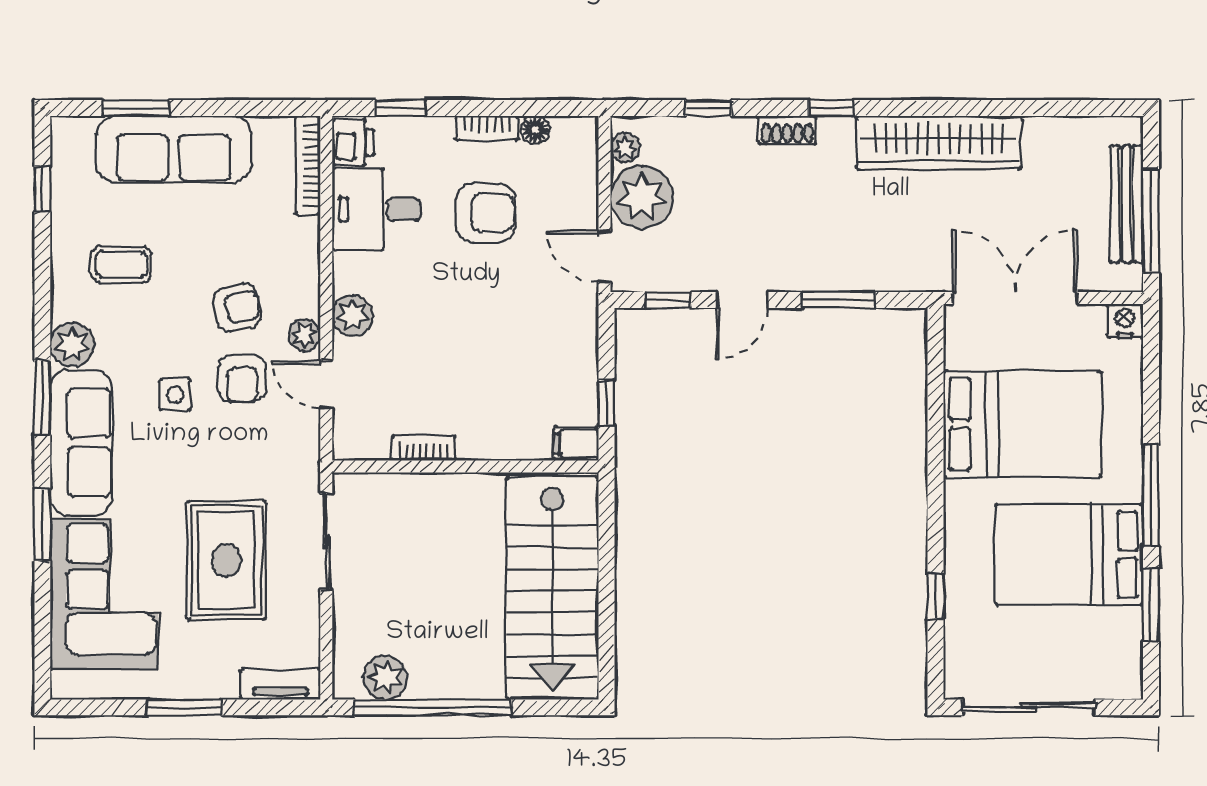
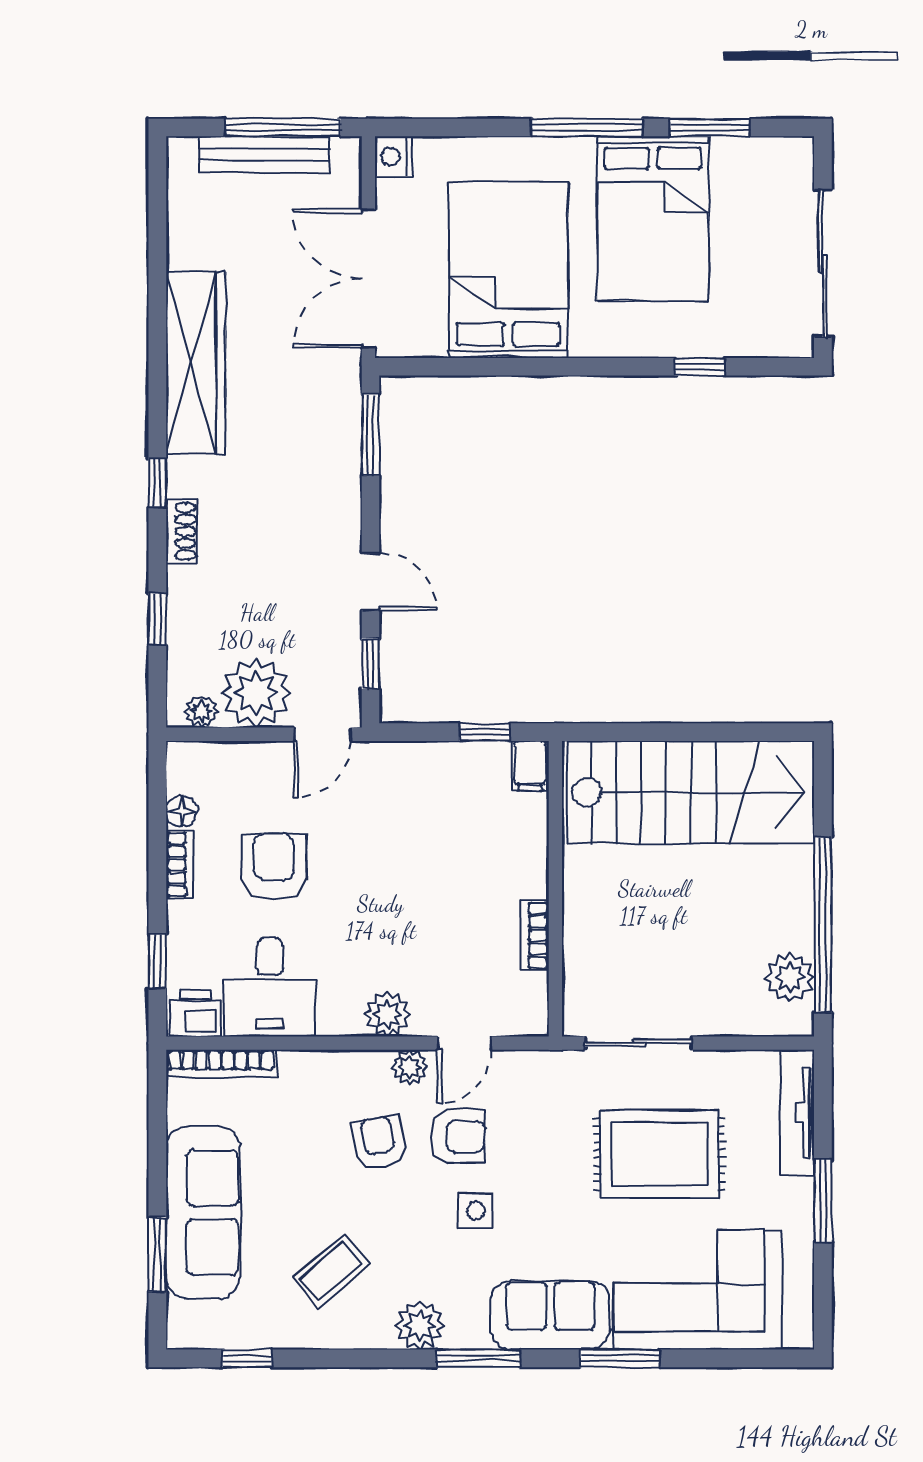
coffee table: (121, 265) -> (331, 1271), turned 50
window: (838, 300) -> (371, 435), moved
sofa: (81, 443) -> (550, 1315), width x0.73
tv unit: (280, 684) -> (797, 1112), width x1.41

